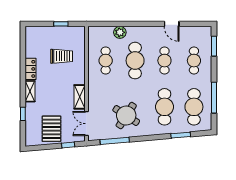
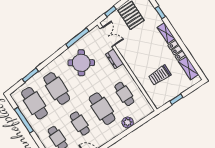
shelving: (80, 97) -> (189, 68), moved
dresser: (93, 99) -> (114, 59), added

